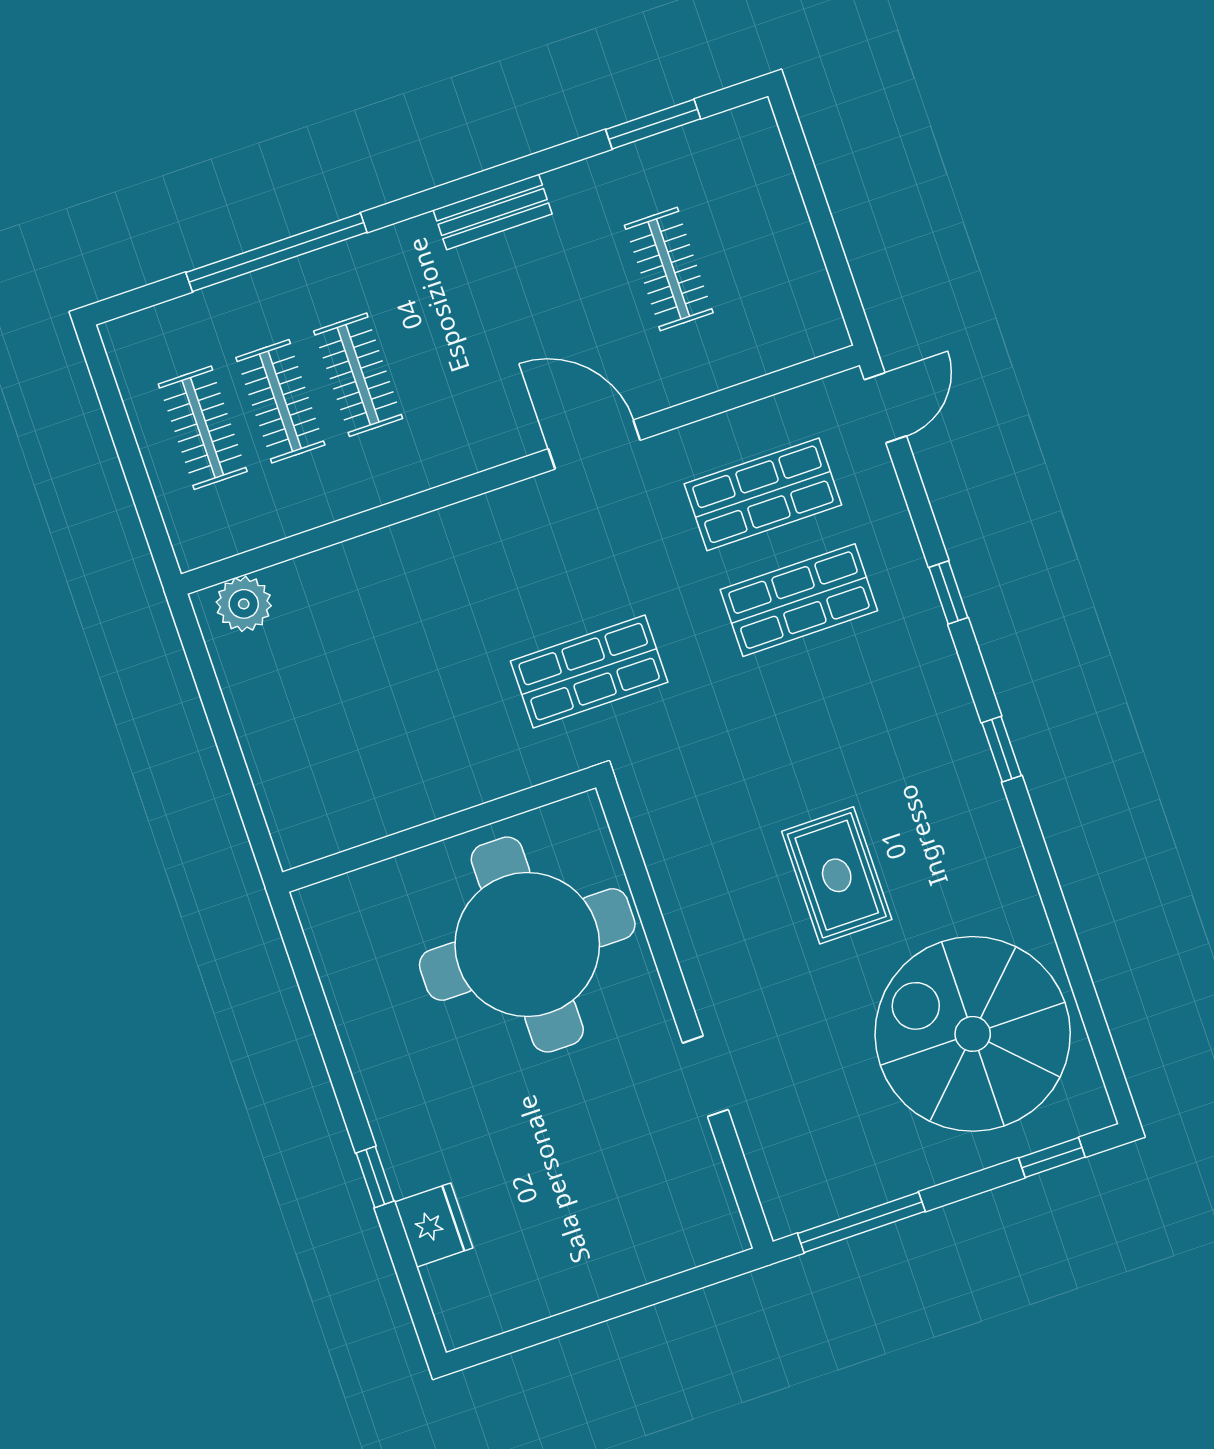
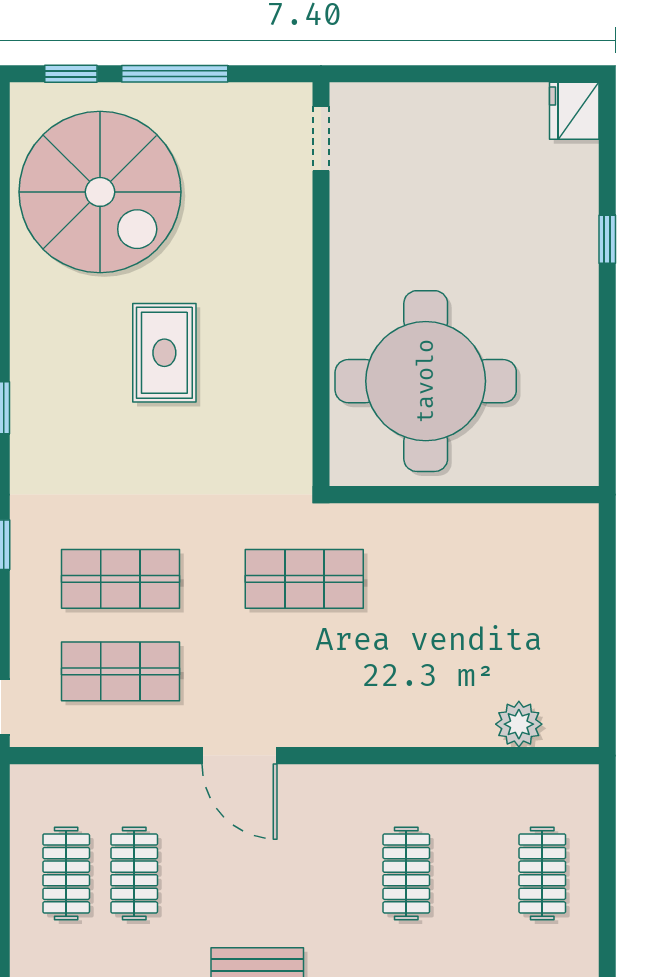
clothes rail: (280, 401) -> (66, 873), moved
plant: (244, 604) -> (519, 724), moved
doorway: (705, 1076) -> (321, 138), moved
window: (861, 1222) -> (175, 74), moved
fridge: (434, 1225) -> (574, 111), moved

